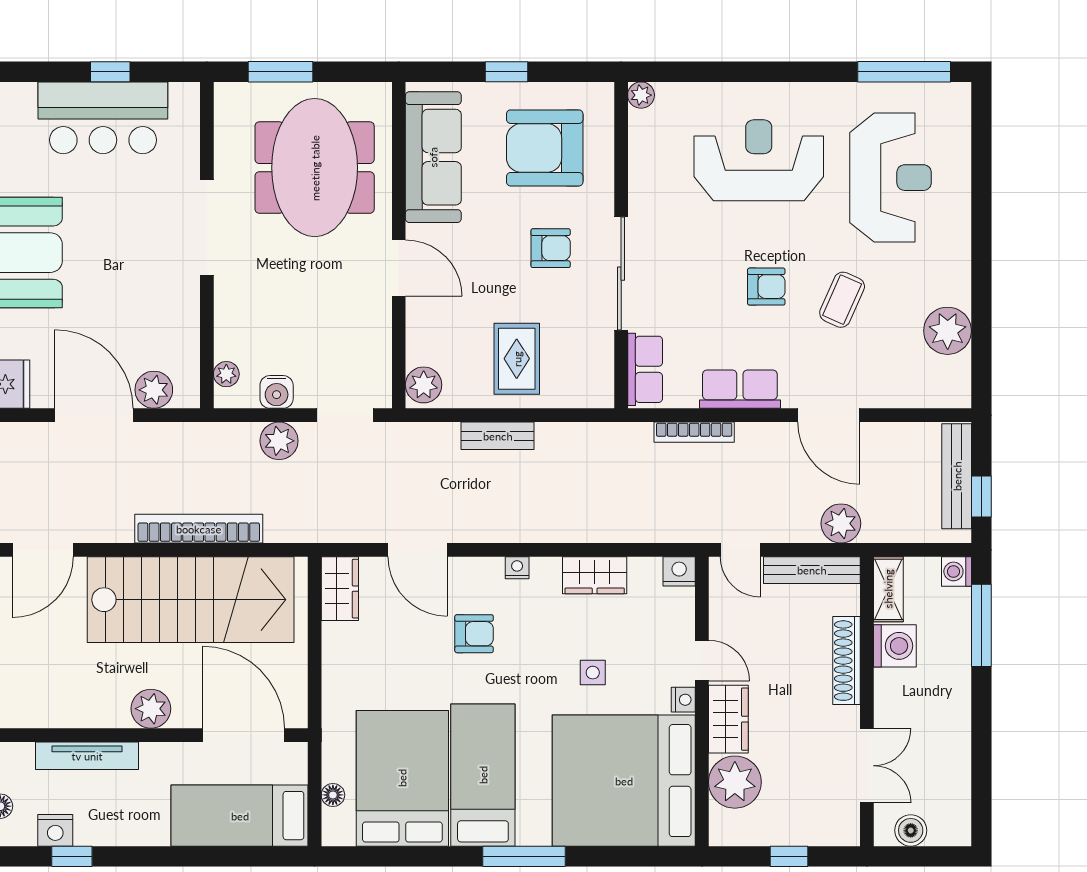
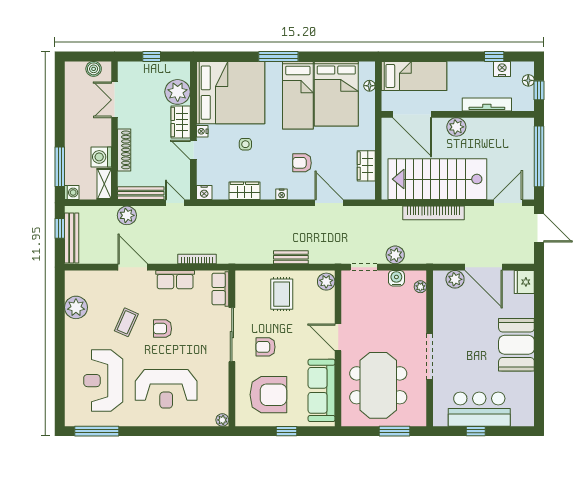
wardrobe: (340, 589) -> (366, 166), moved

